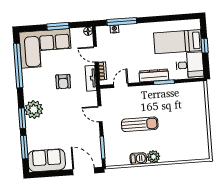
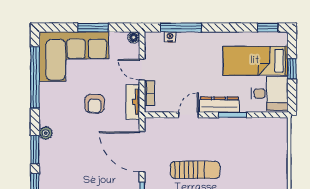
window: (185, 17) -> (268, 28), added
door: (121, 85) -> (189, 115), moved
plant: (34, 109) -> (46, 133), width x0.53, depth x0.53
door: (100, 114) -> (142, 152), width x1.87

